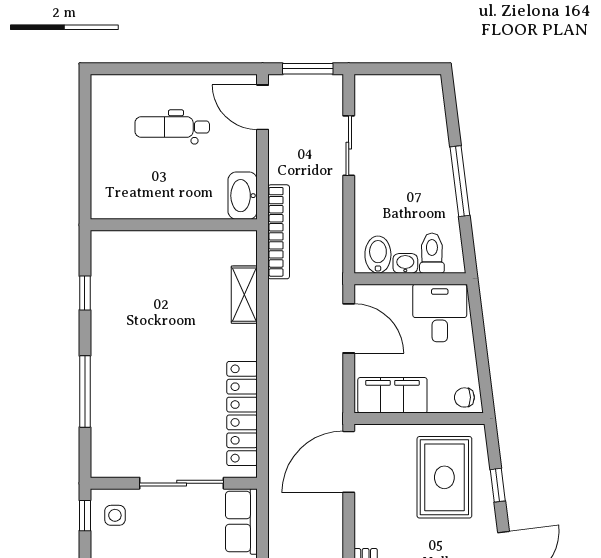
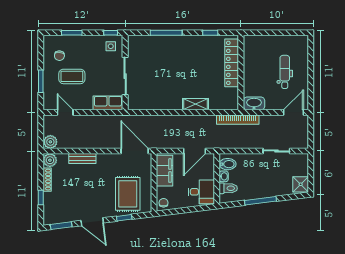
window: (308, 69) -> (311, 133), removed
shower: (423, 92) -> (301, 184), added
shelving: (244, 295) -> (196, 104), moved
locker: (242, 413) -> (232, 63), moved, turned -90
rug: (444, 477) -> (128, 194), turned 90

